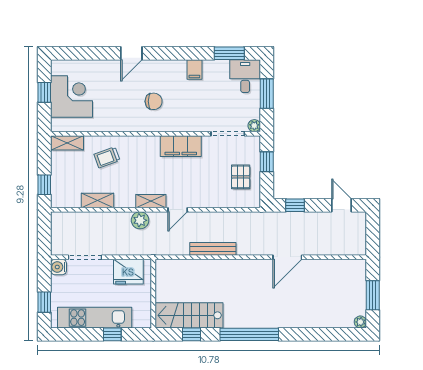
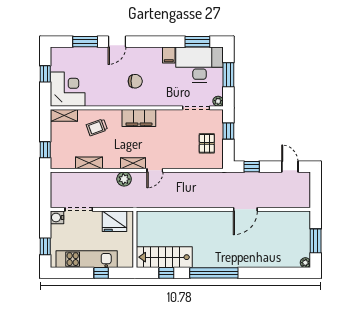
window: (93, 53) -> (85, 42), added
desk: (245, 76) -> (200, 65), width x1.87, depth x1.30
corner desk: (71, 96) -> (68, 89), moved
filing cabinet: (181, 146) -> (139, 118), moved
bench: (213, 249) -> (184, 203), removed

